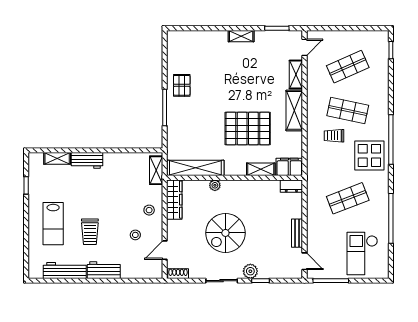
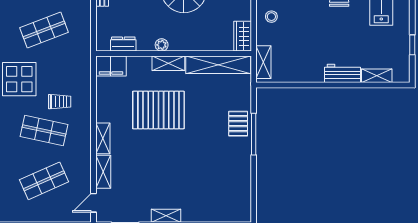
pallet: (182, 85) -> (238, 124), moved
shelving: (294, 110) -> (103, 138), width x0.67, depth x0.75
shelving: (261, 169) -> (168, 63), moved
plant: (215, 185) -> (162, 45), moved
dresser: (291, 186) -> (123, 44), moved
wardrobe: (174, 200) -> (243, 36), width x0.67

